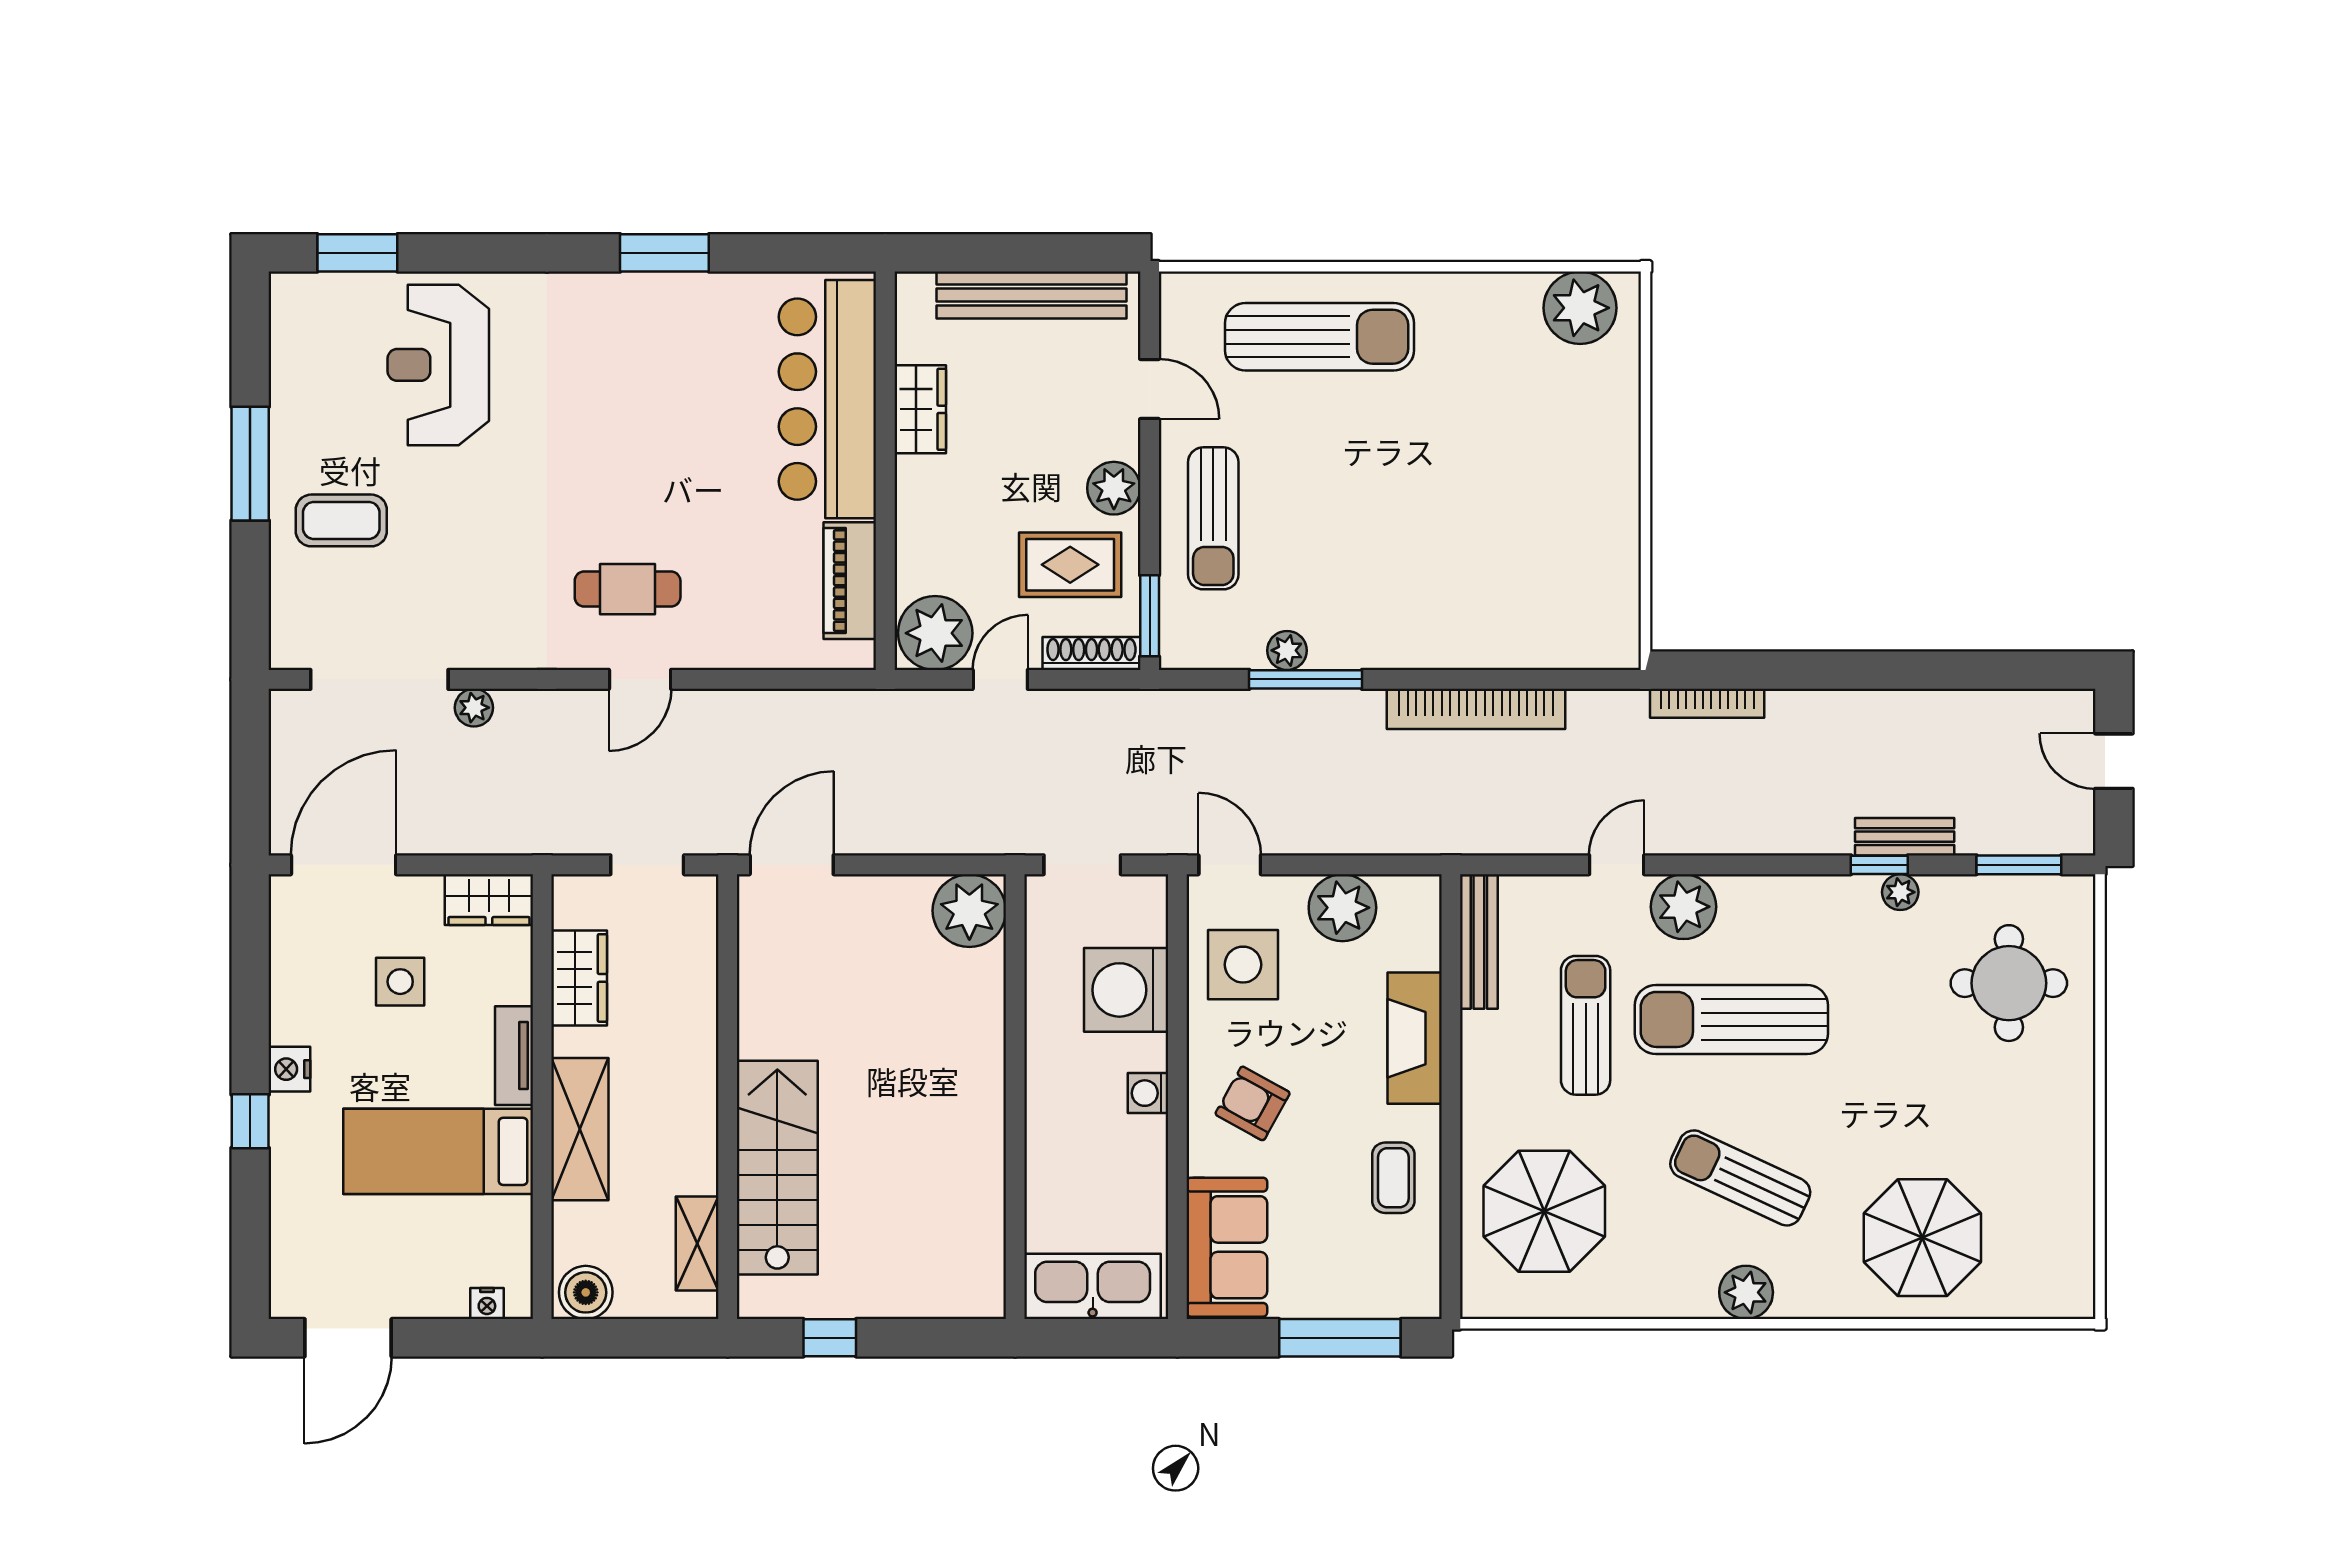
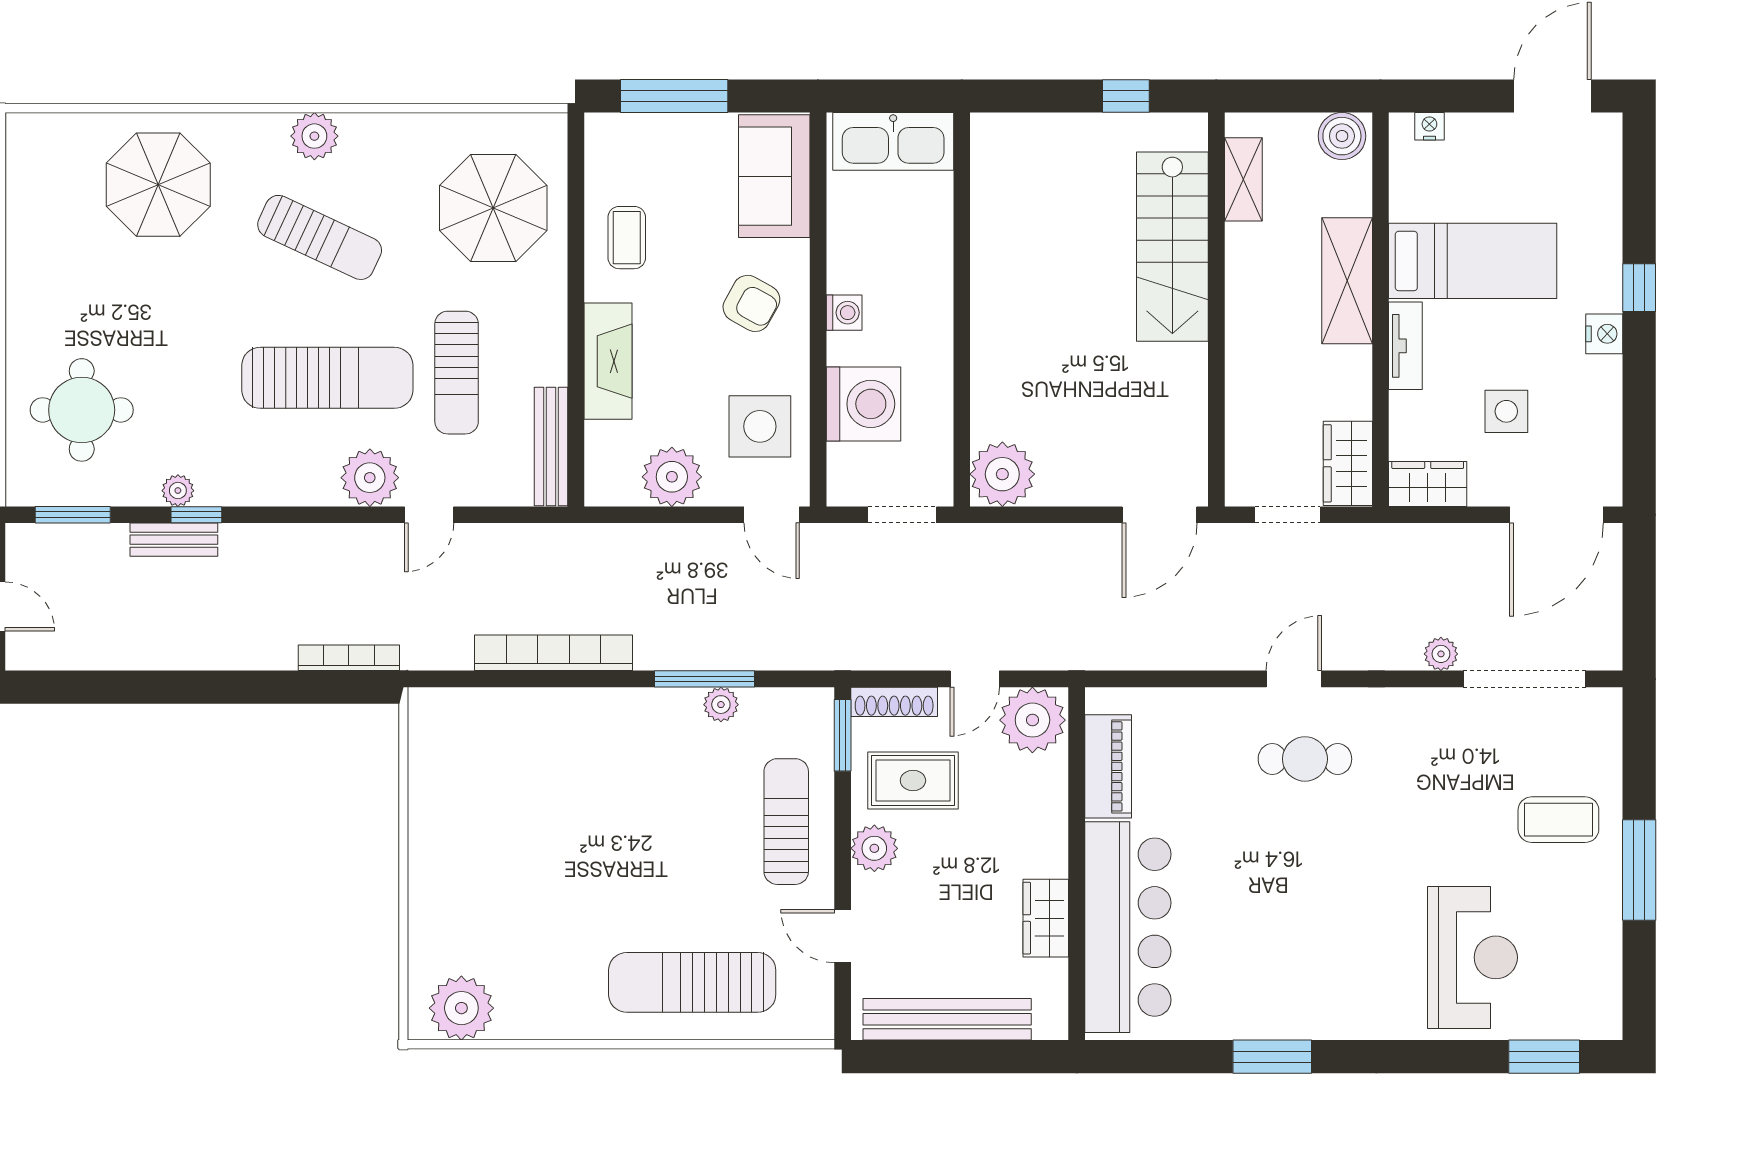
wardrobe: (579, 978) -> (1348, 463), moved

